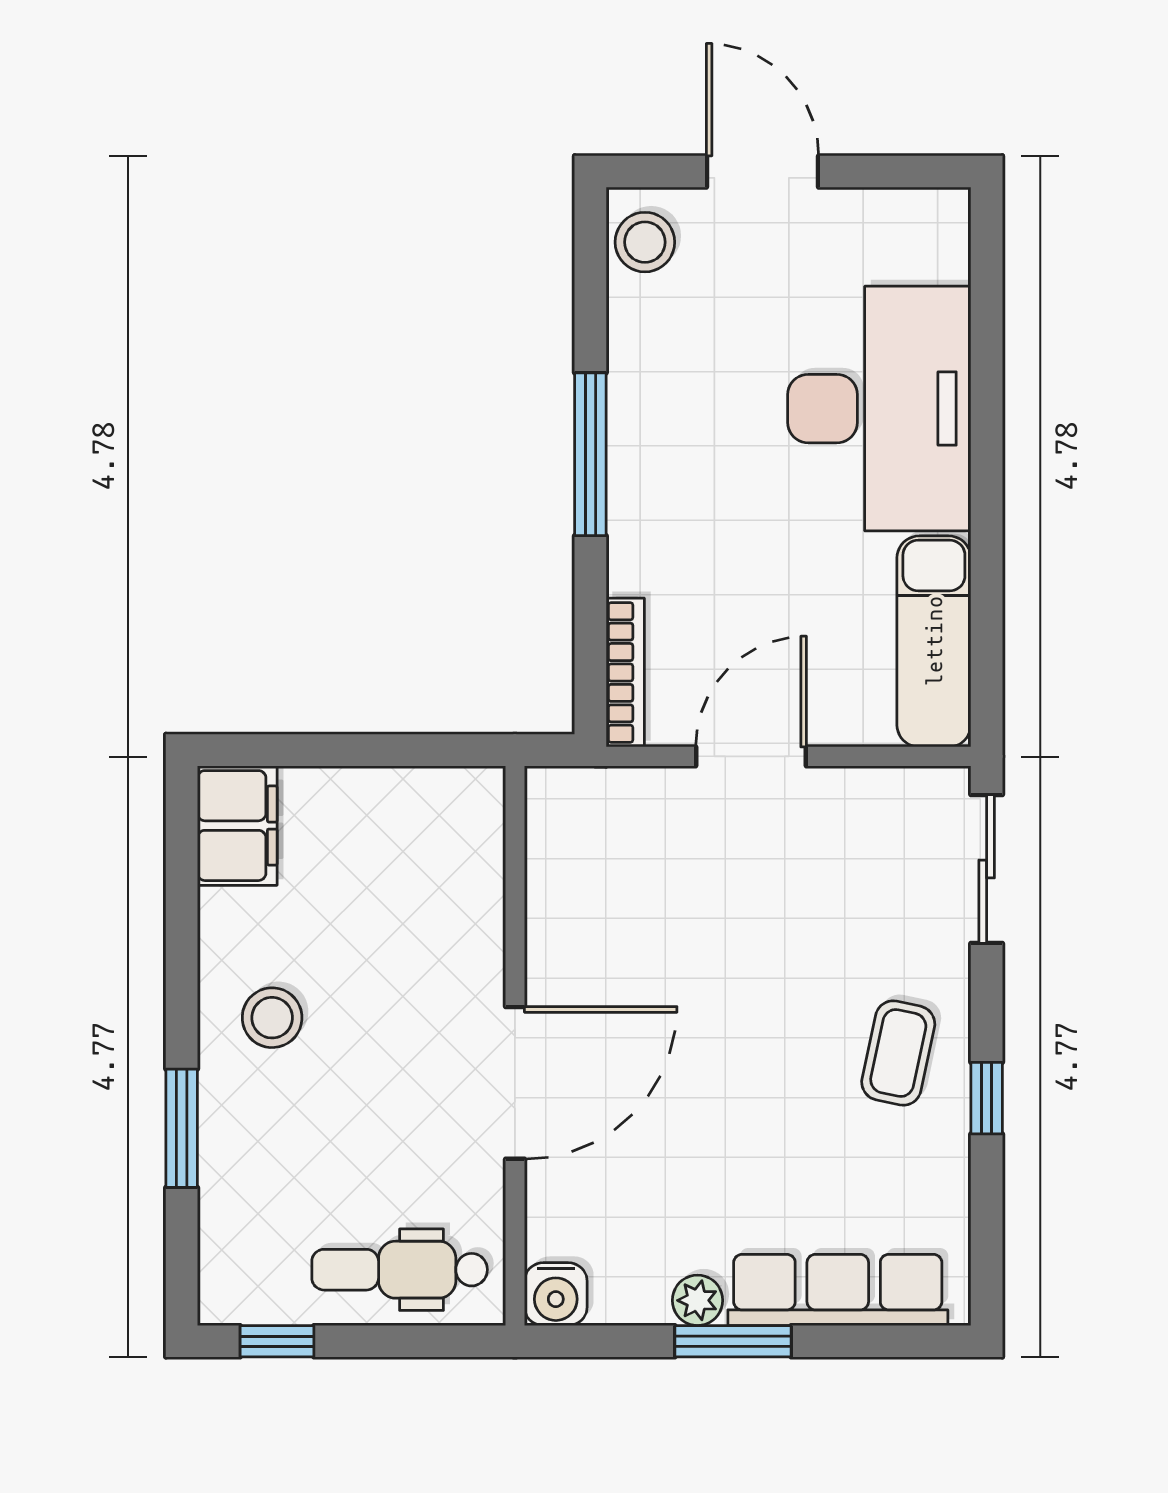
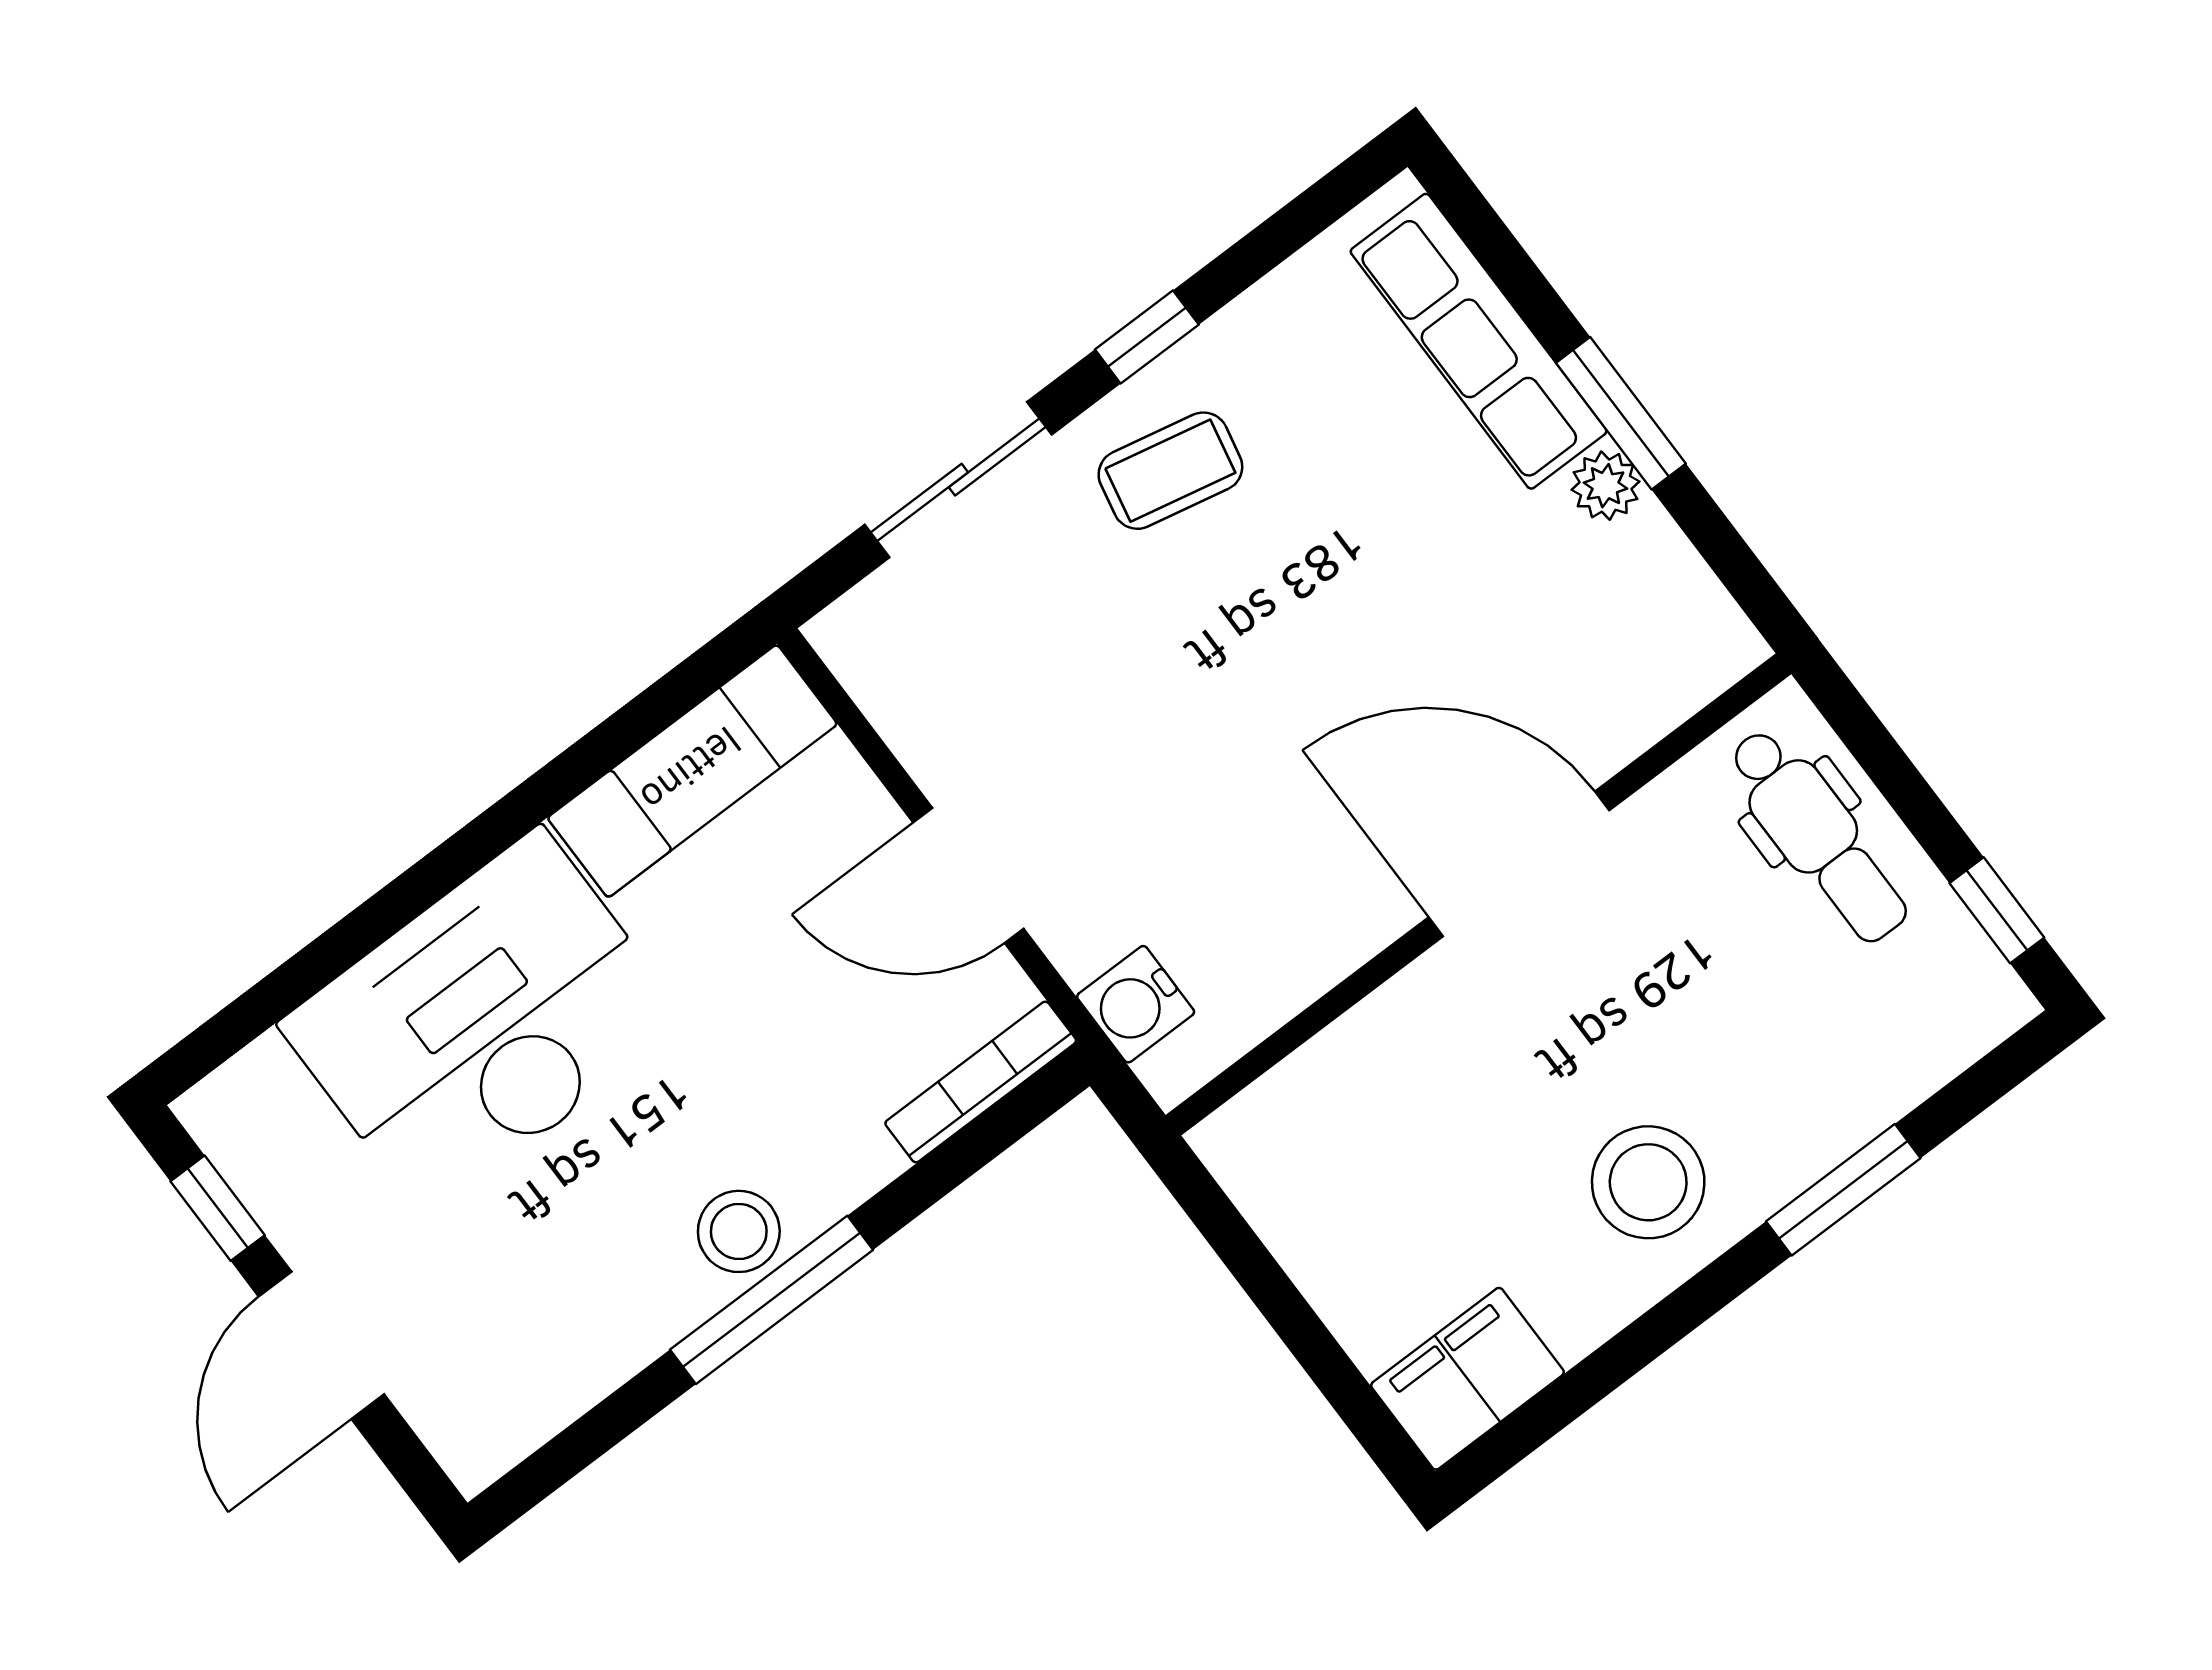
window: (888, 172) -> (218, 1208), added
stool: (645, 242) -> (739, 1231), moved
sliding door: (987, 869) -> (958, 480), moved
stool: (272, 1018) -> (1648, 1182), width x1.38, depth x1.38
water cooler: (556, 1294) -> (1136, 1004), moved, turned 180

